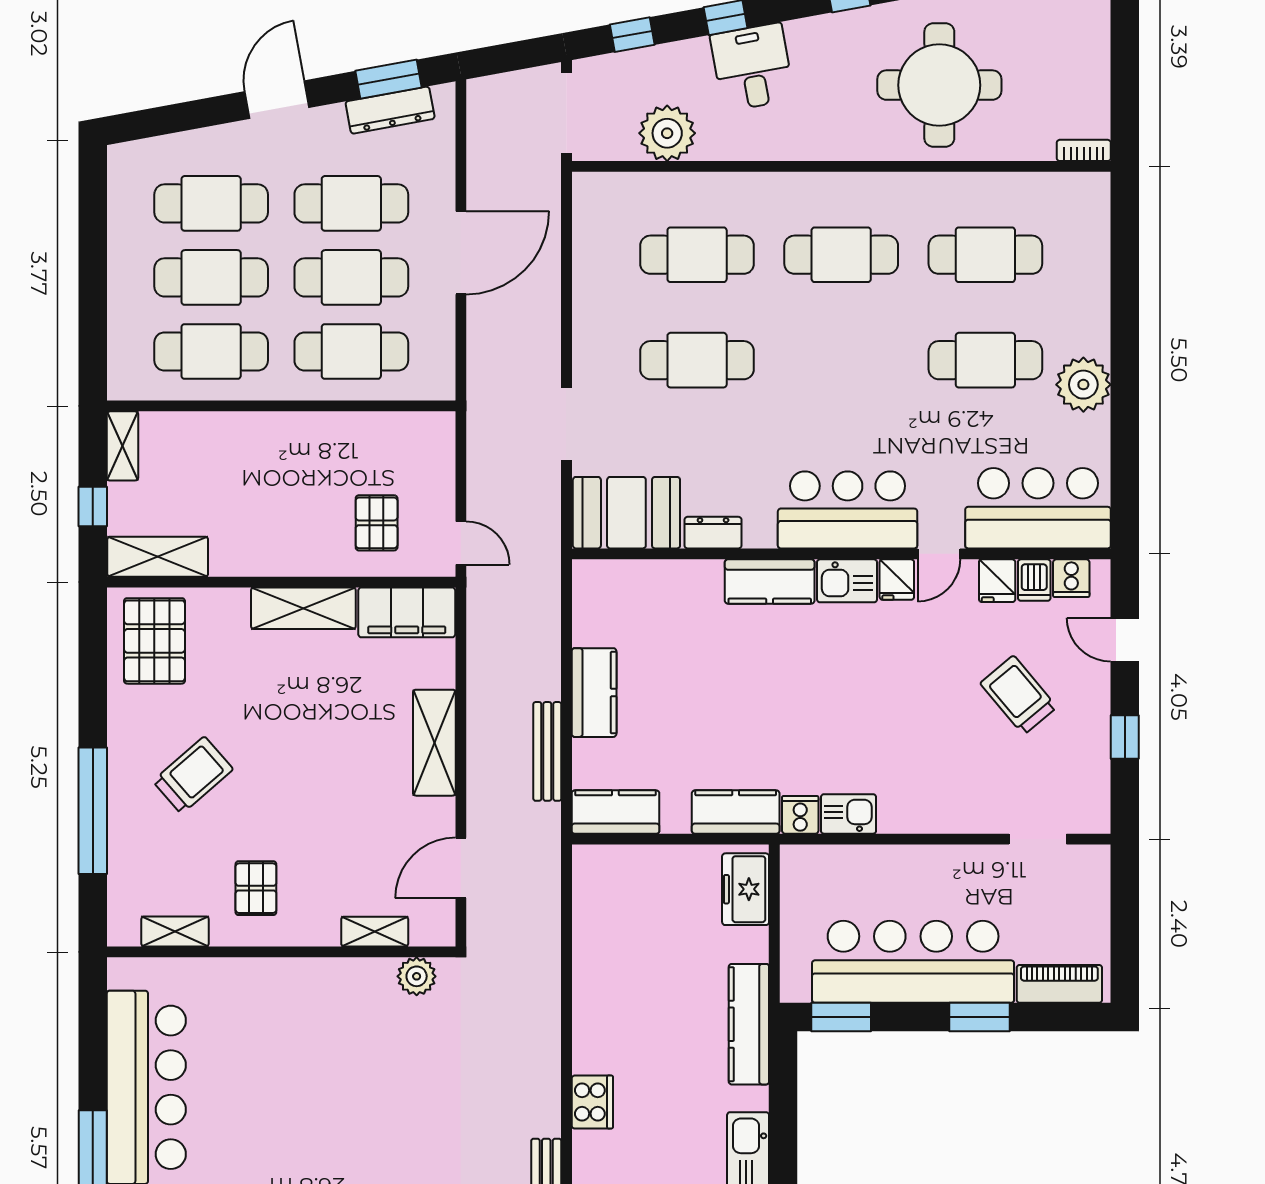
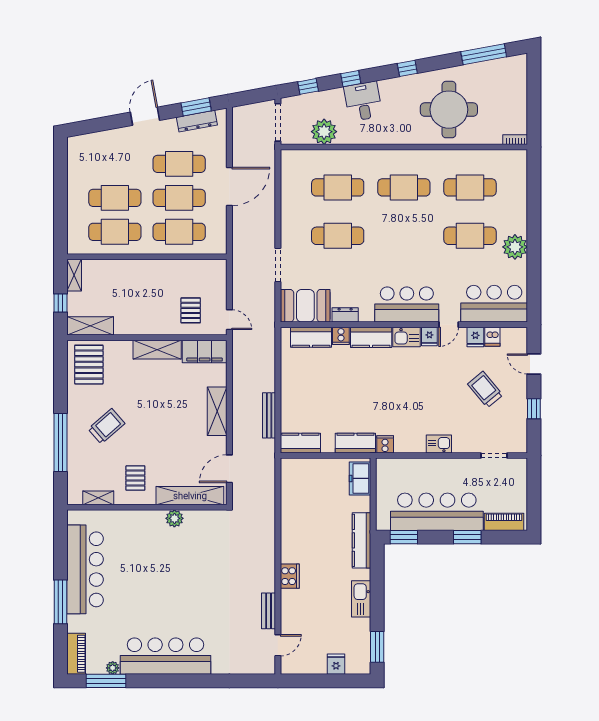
cafe table: (211, 203) -> (115, 164), removed
cooker: (1071, 578) -> (341, 336), moved
kitchen counter: (594, 693) -> (311, 337), moved, turned 90
kitchen sink: (849, 814) -> (439, 444), moved
shelving: (375, 932) -> (190, 496), width x2.20, depth x1.33
plant: (417, 976) -> (174, 518), moved

